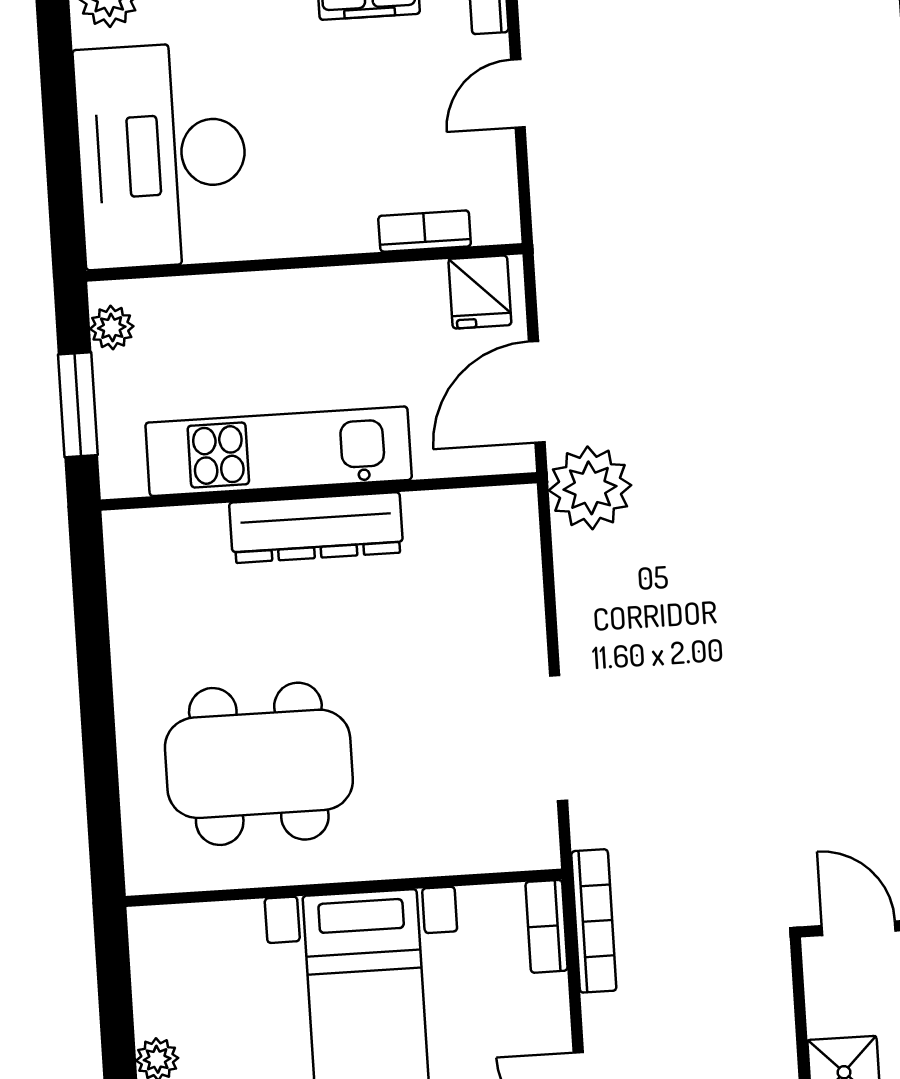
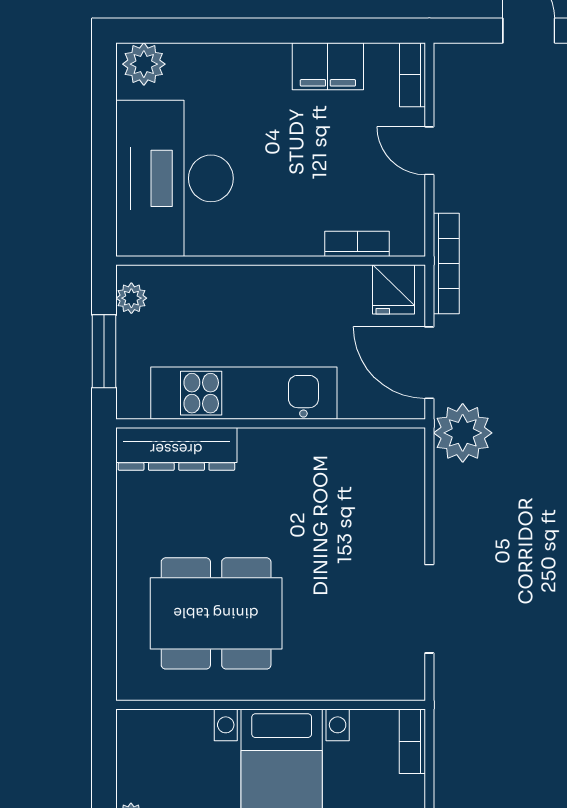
door: (518, 94) -> (429, 151), hinge flipped
door: (537, 392) -> (429, 363), hinge flipped
dresser: (316, 528) -> (176, 449), moved
bookcase: (594, 921) -> (446, 263), moved

